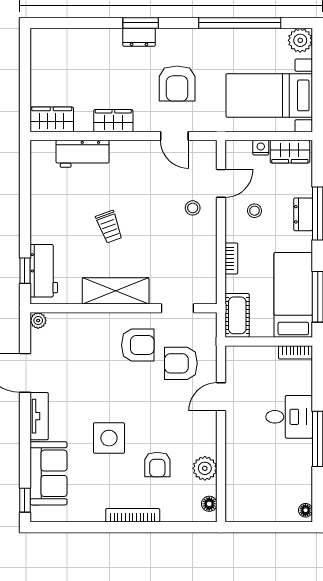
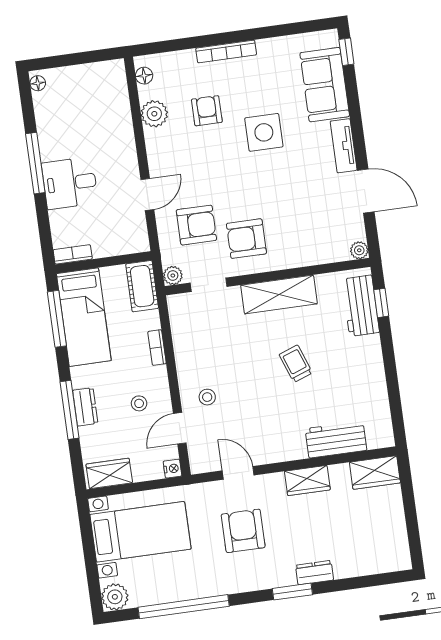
dresser: (139, 37) -> (314, 573), moved
nightstand: (261, 148) -> (172, 469), moved, turned -90
plant: (208, 321) -> (173, 276), added

